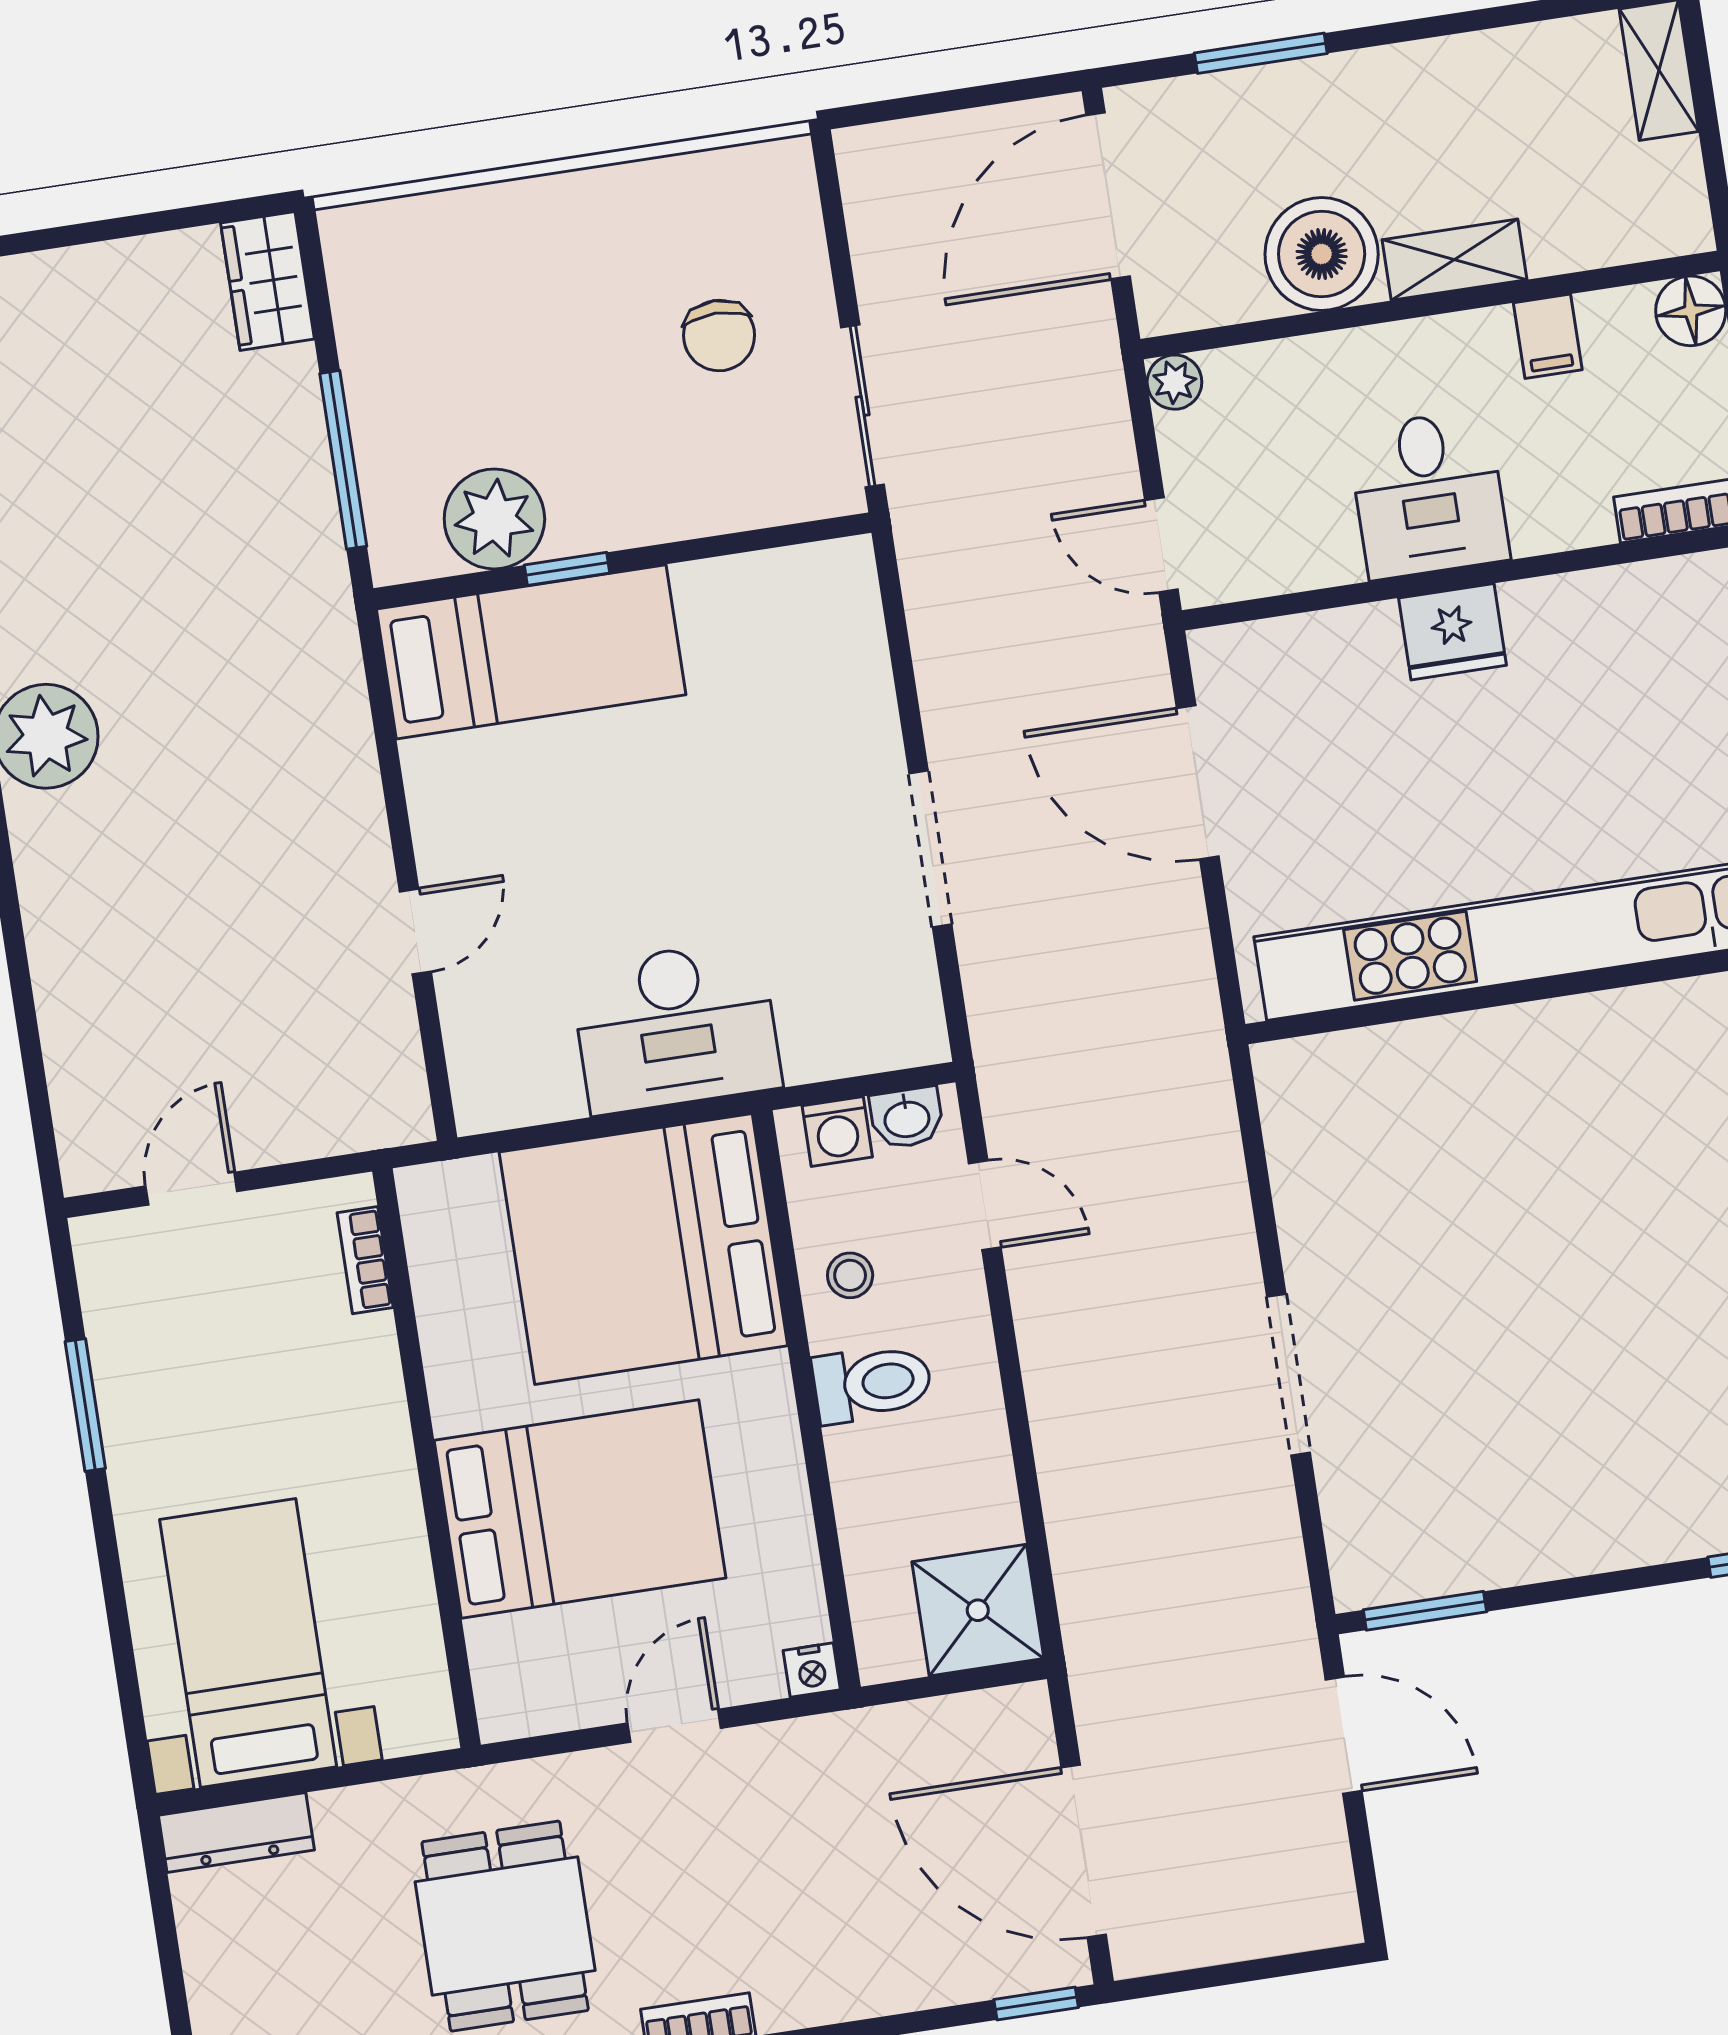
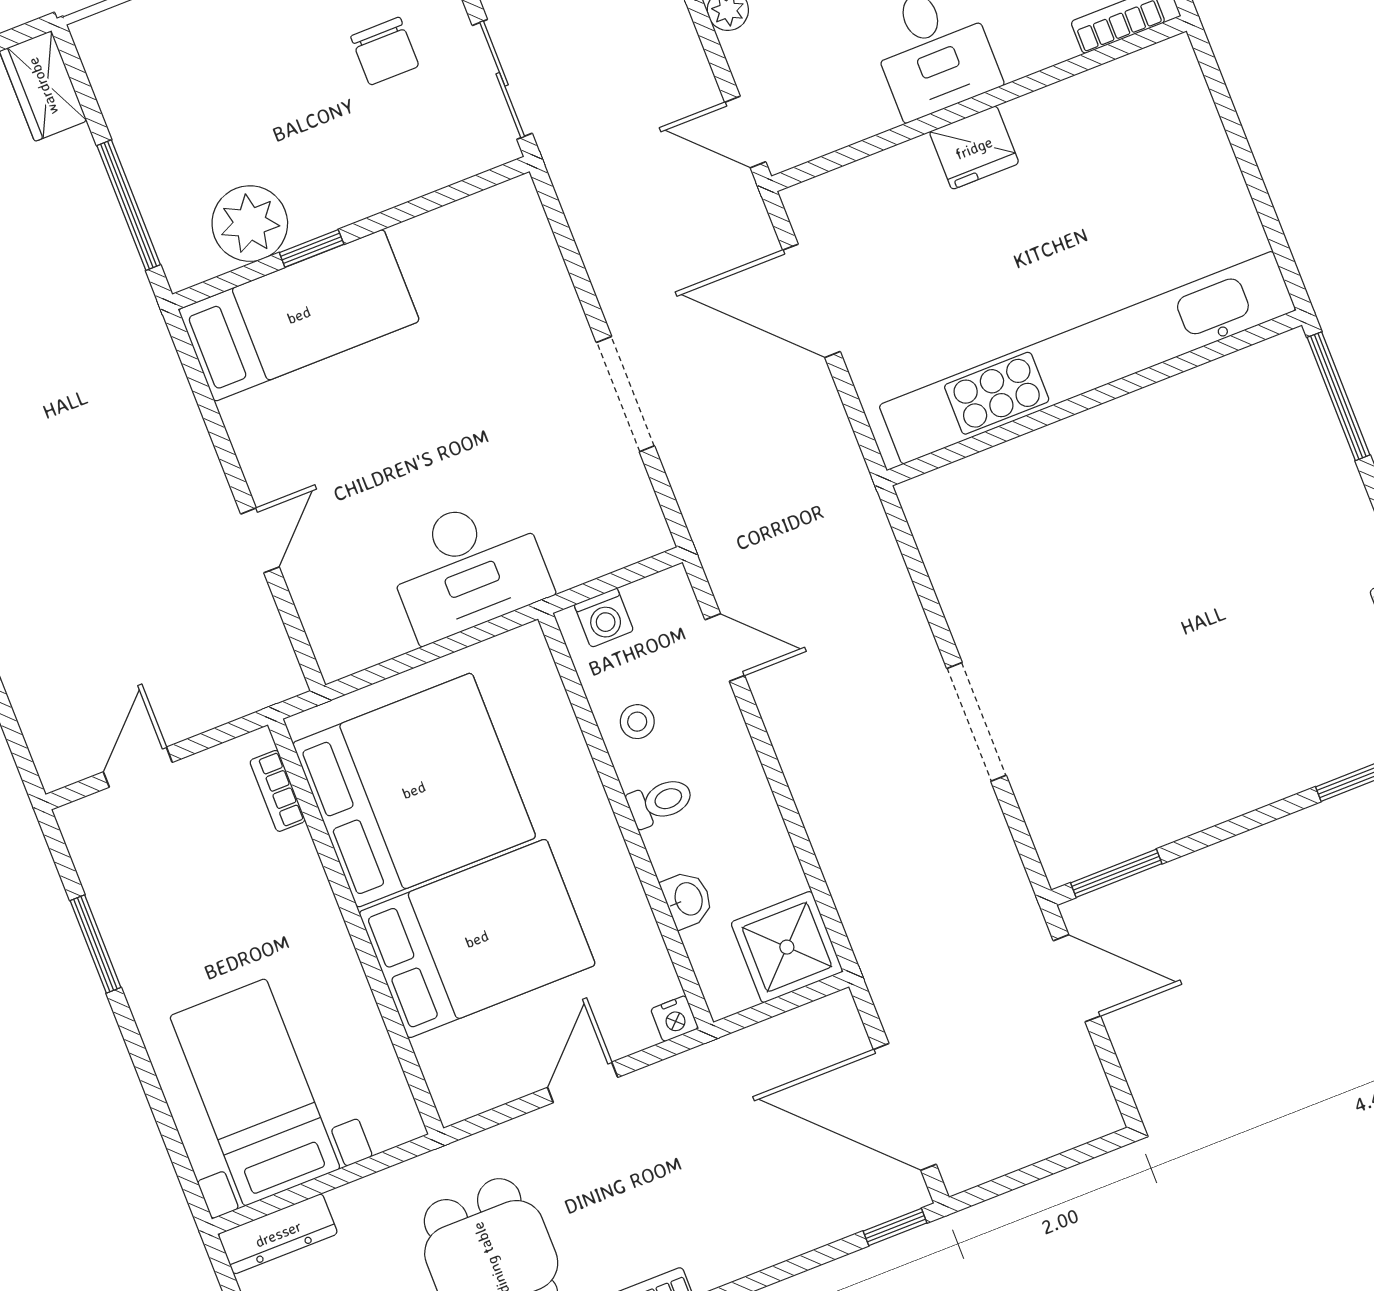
washbasin: (907, 1118) -> (687, 899), moved, turned -90
bed: (643, 1249) -> (414, 790), moved, turned 180
toilet: (872, 1383) -> (660, 802), width x0.73, depth x0.72

